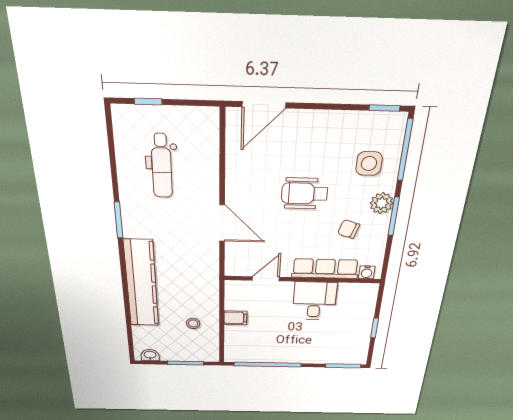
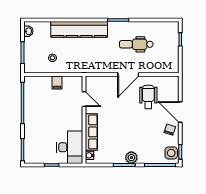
door: (264, 105) -> (180, 112), moved
side table: (369, 164) -> (171, 153), moved
dental chair: (162, 166) -> (136, 44), moved
wheelchair: (305, 194) -> (148, 97), moved
door: (222, 223) -> (128, 75), moved
chair: (349, 229) -> (170, 130), moved
desk: (314, 301) -> (70, 147), moved, width x1.37

